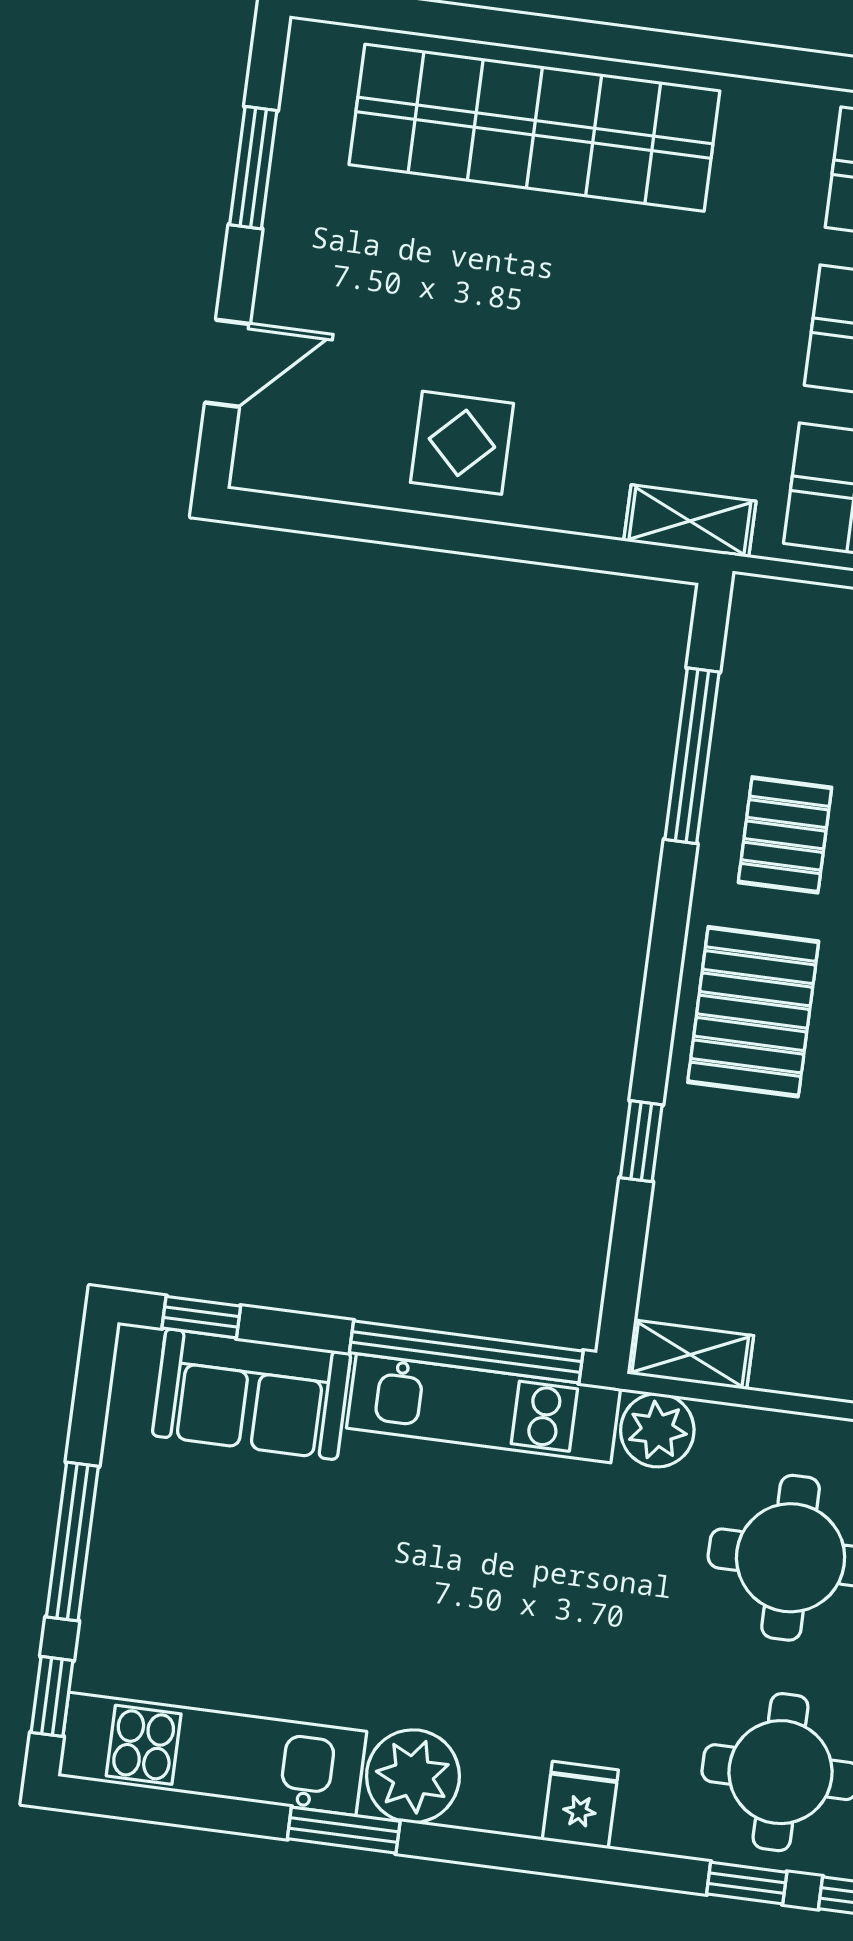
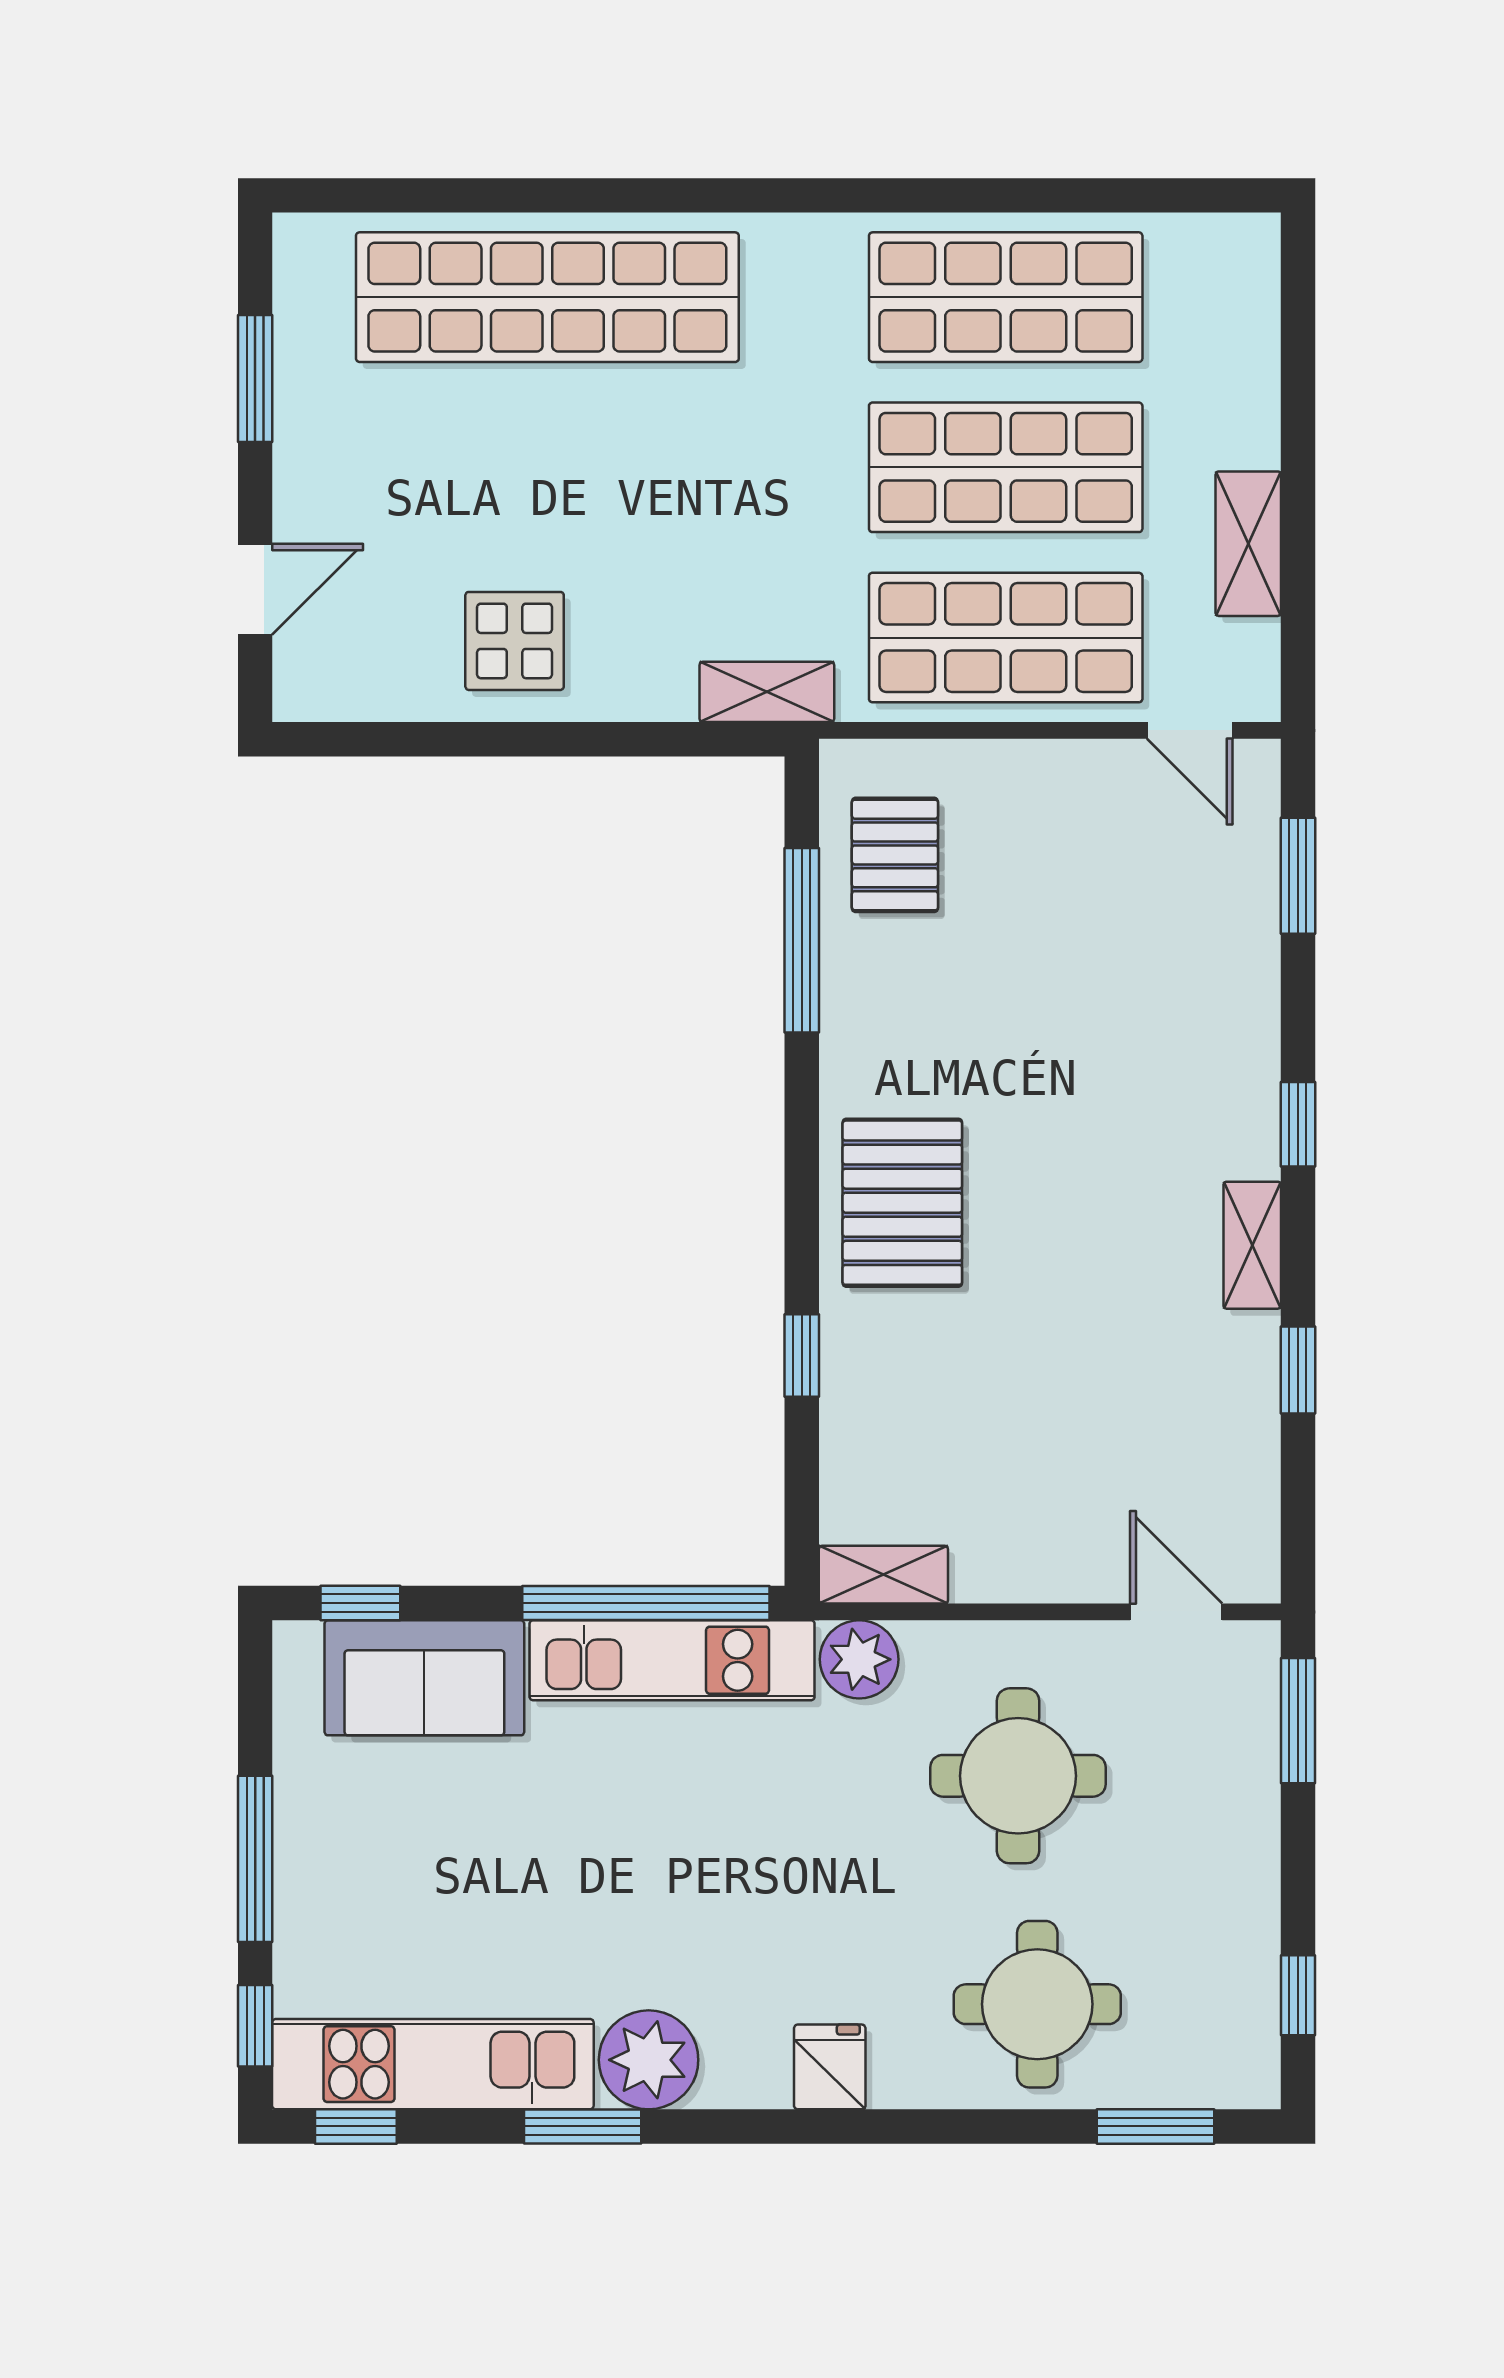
pallet: (785, 835) -> (895, 855), moved
window: (747, 1883) -> (356, 2126), moved

